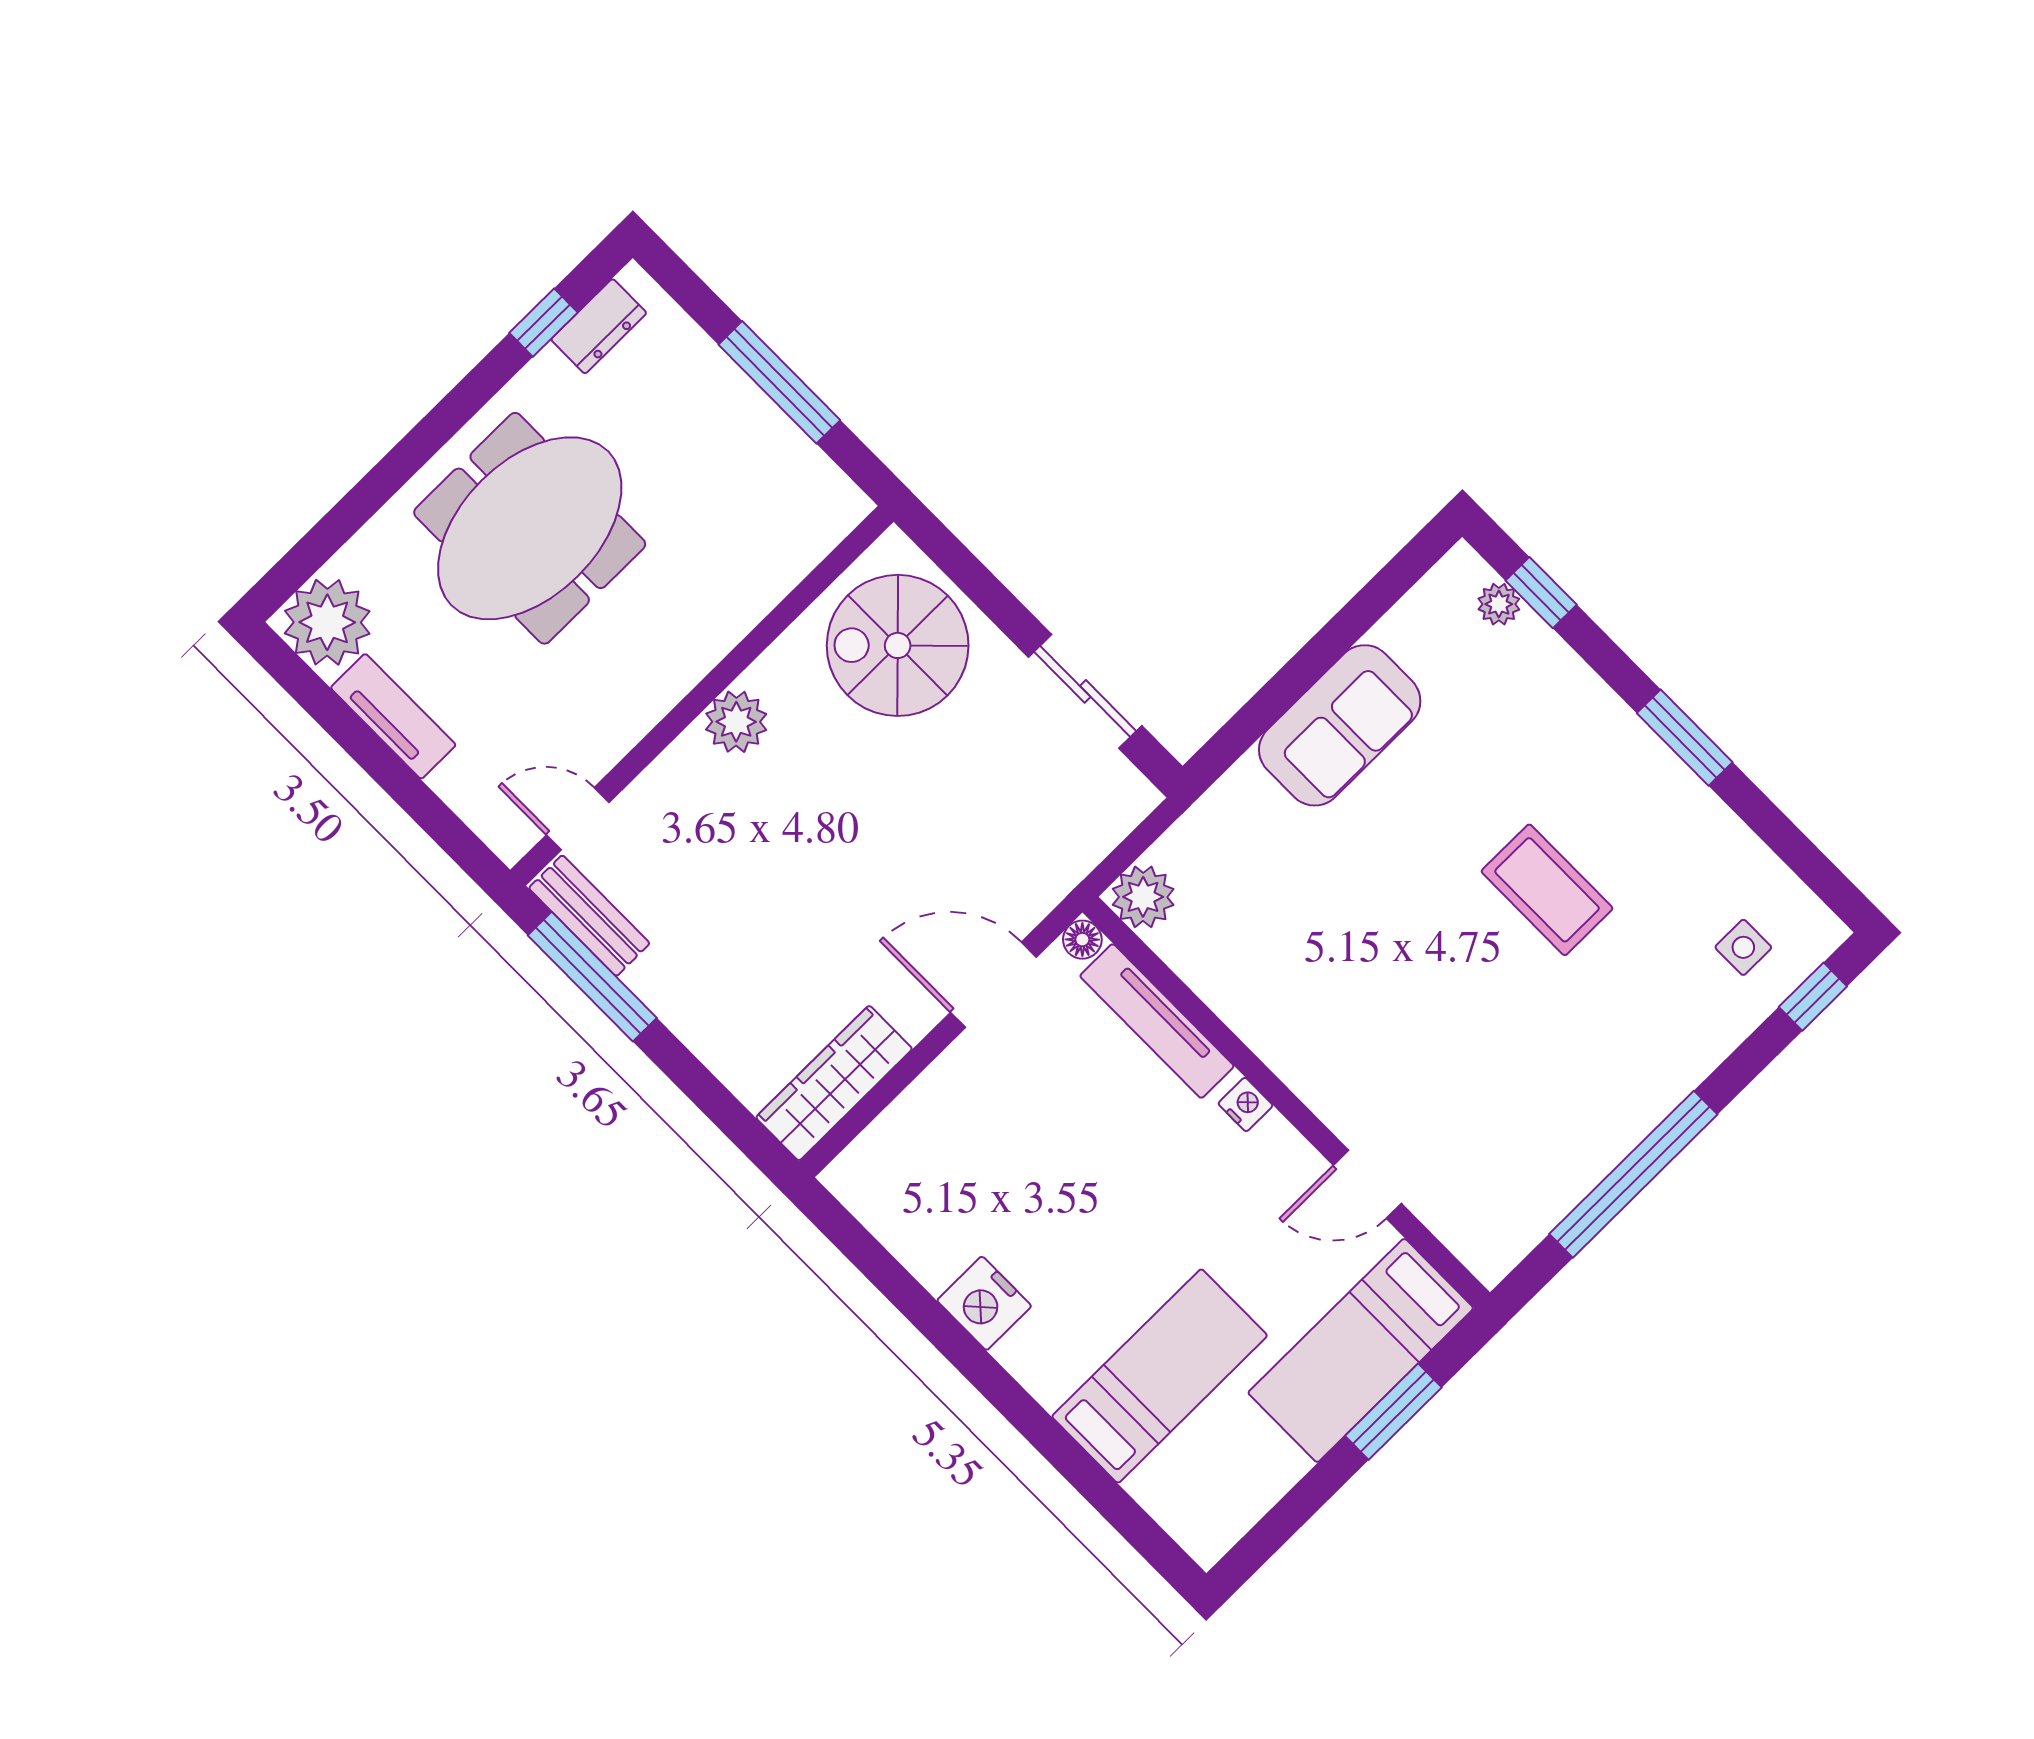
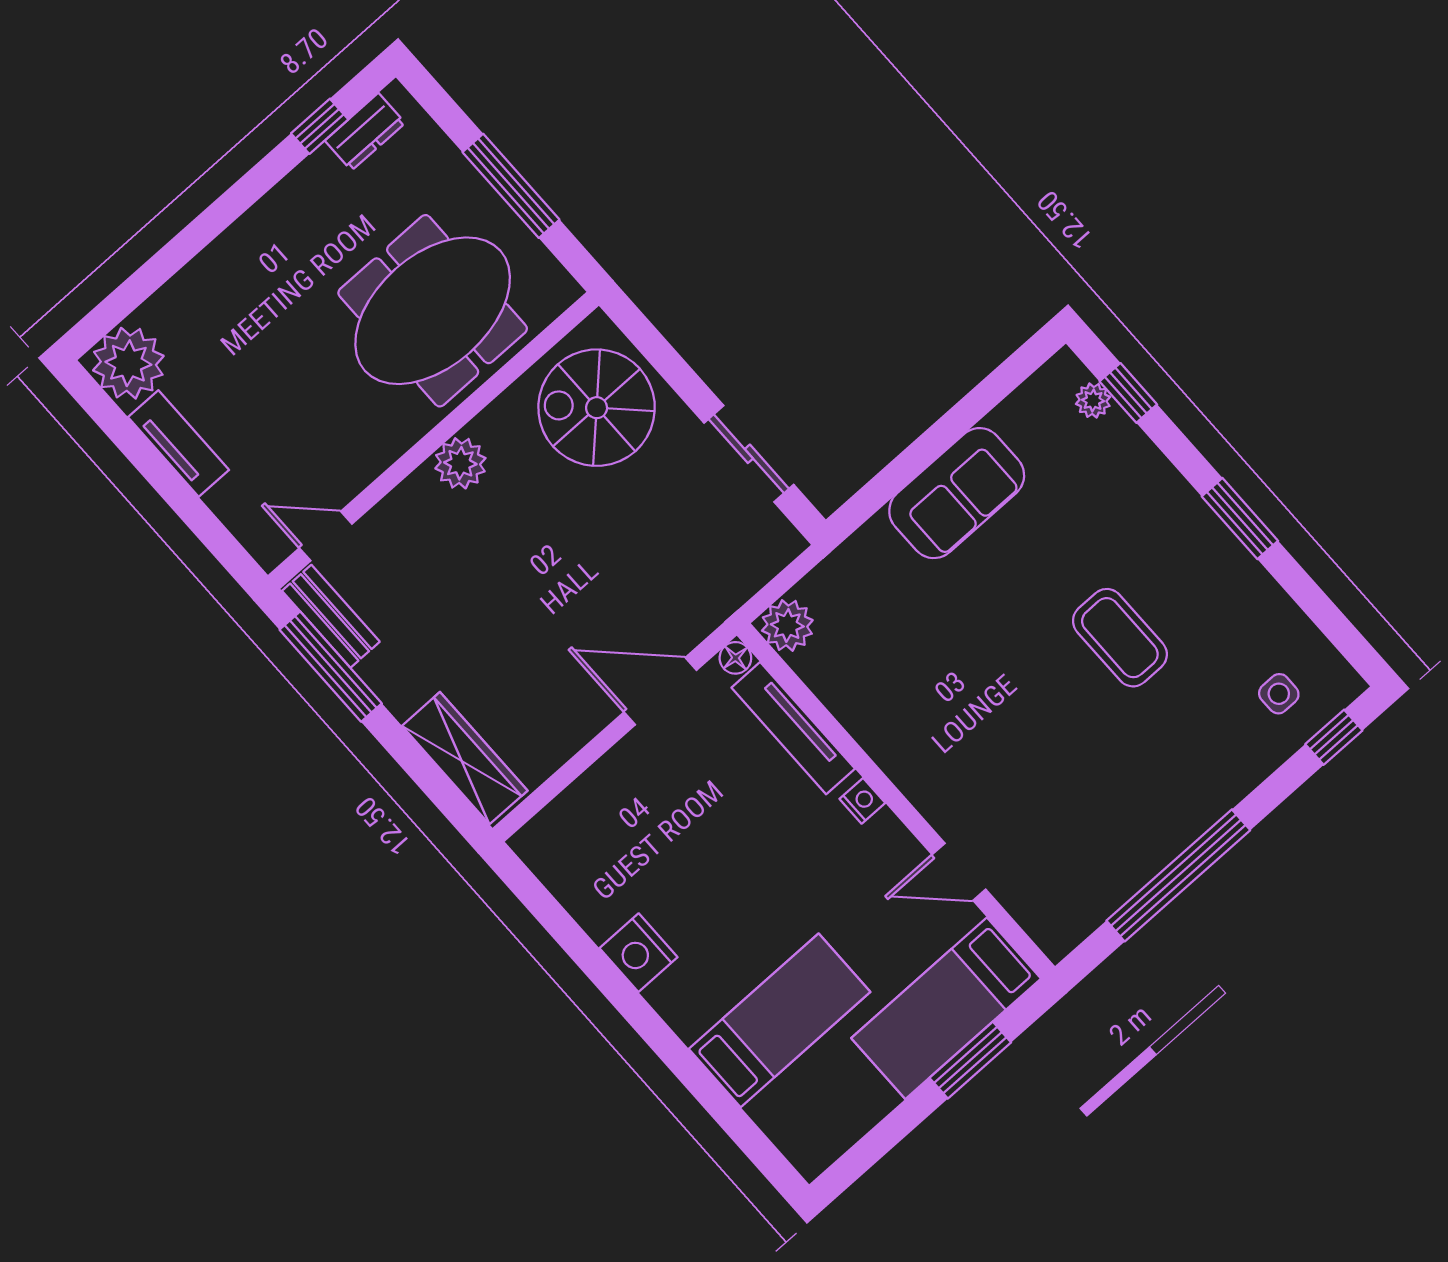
meeting table: (530, 528) -> (433, 311), moved
wardrobe: (834, 1083) -> (465, 758), moved, turned 90

